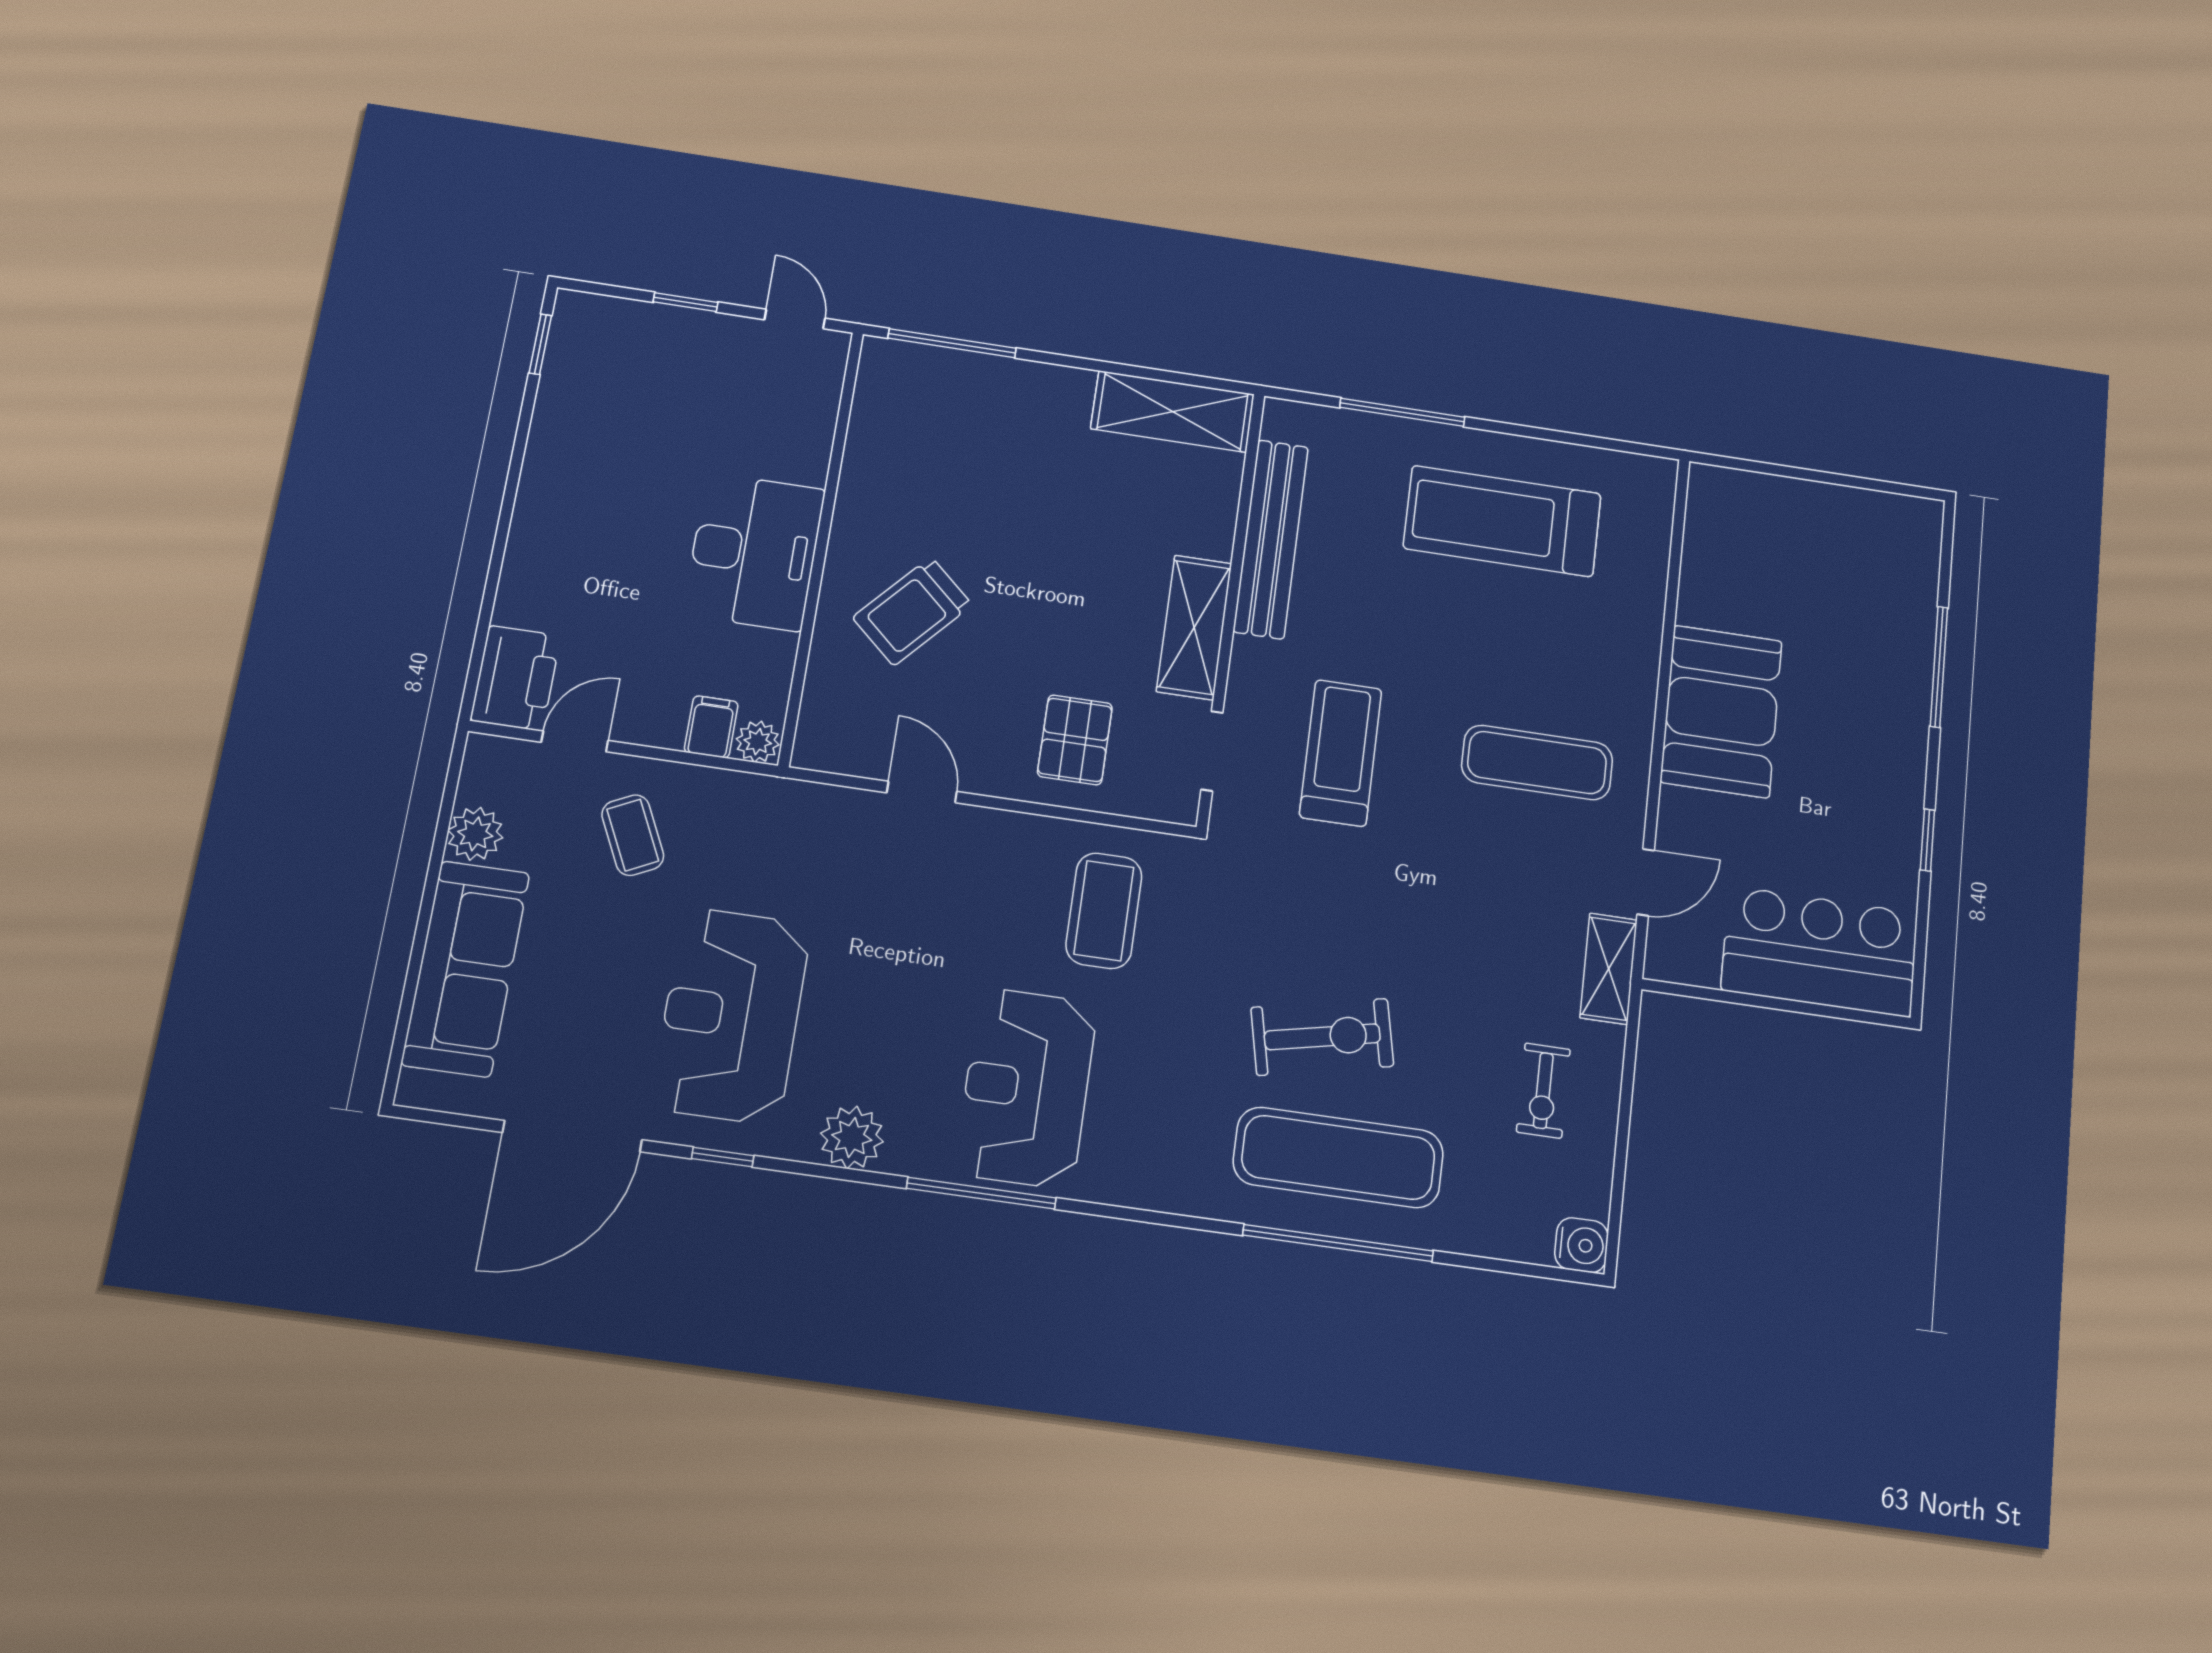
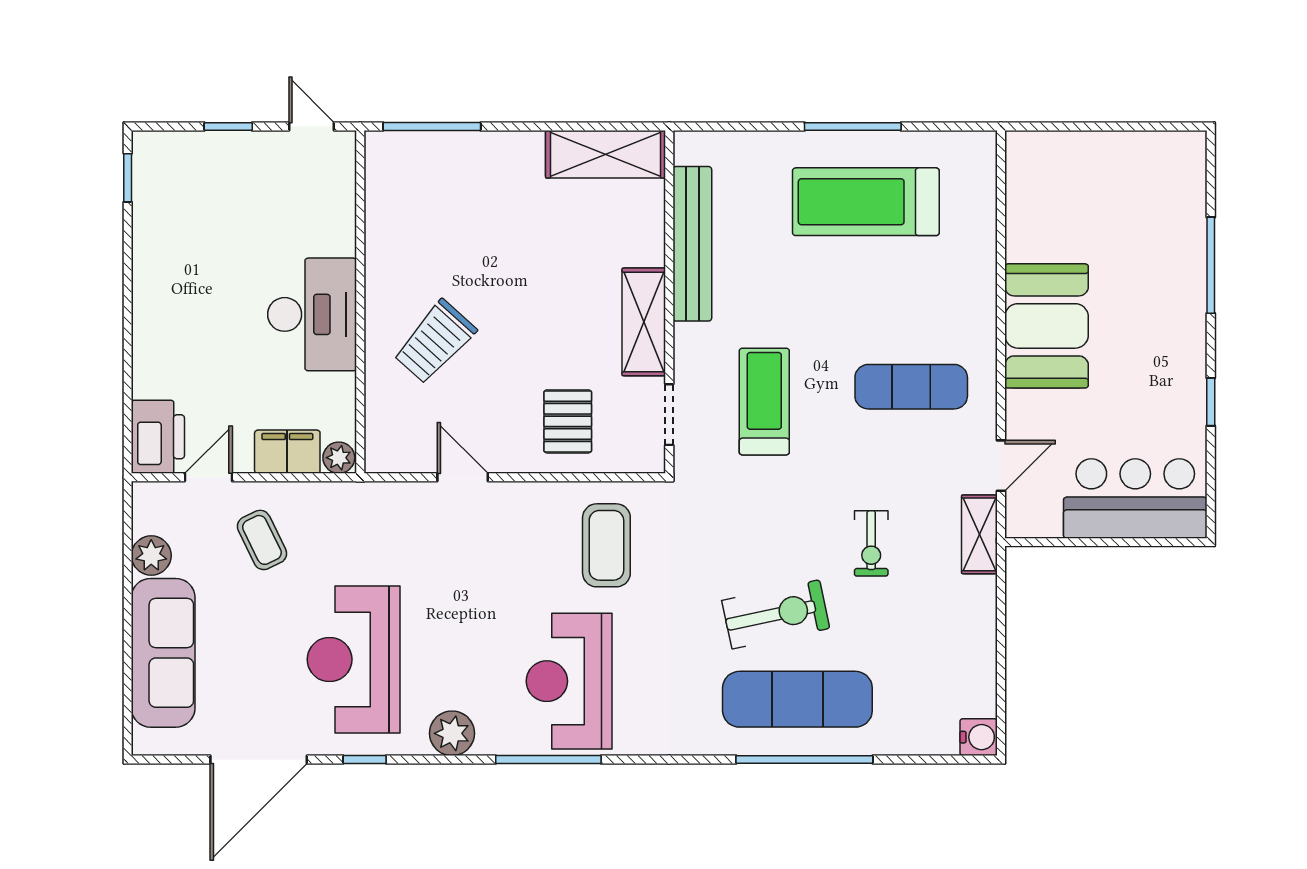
window: (1402, 412) -> (853, 126), moved
filing cabinet: (711, 727) -> (287, 452), width x2.00
exercise bike: (1543, 1091) -> (871, 543), moved

